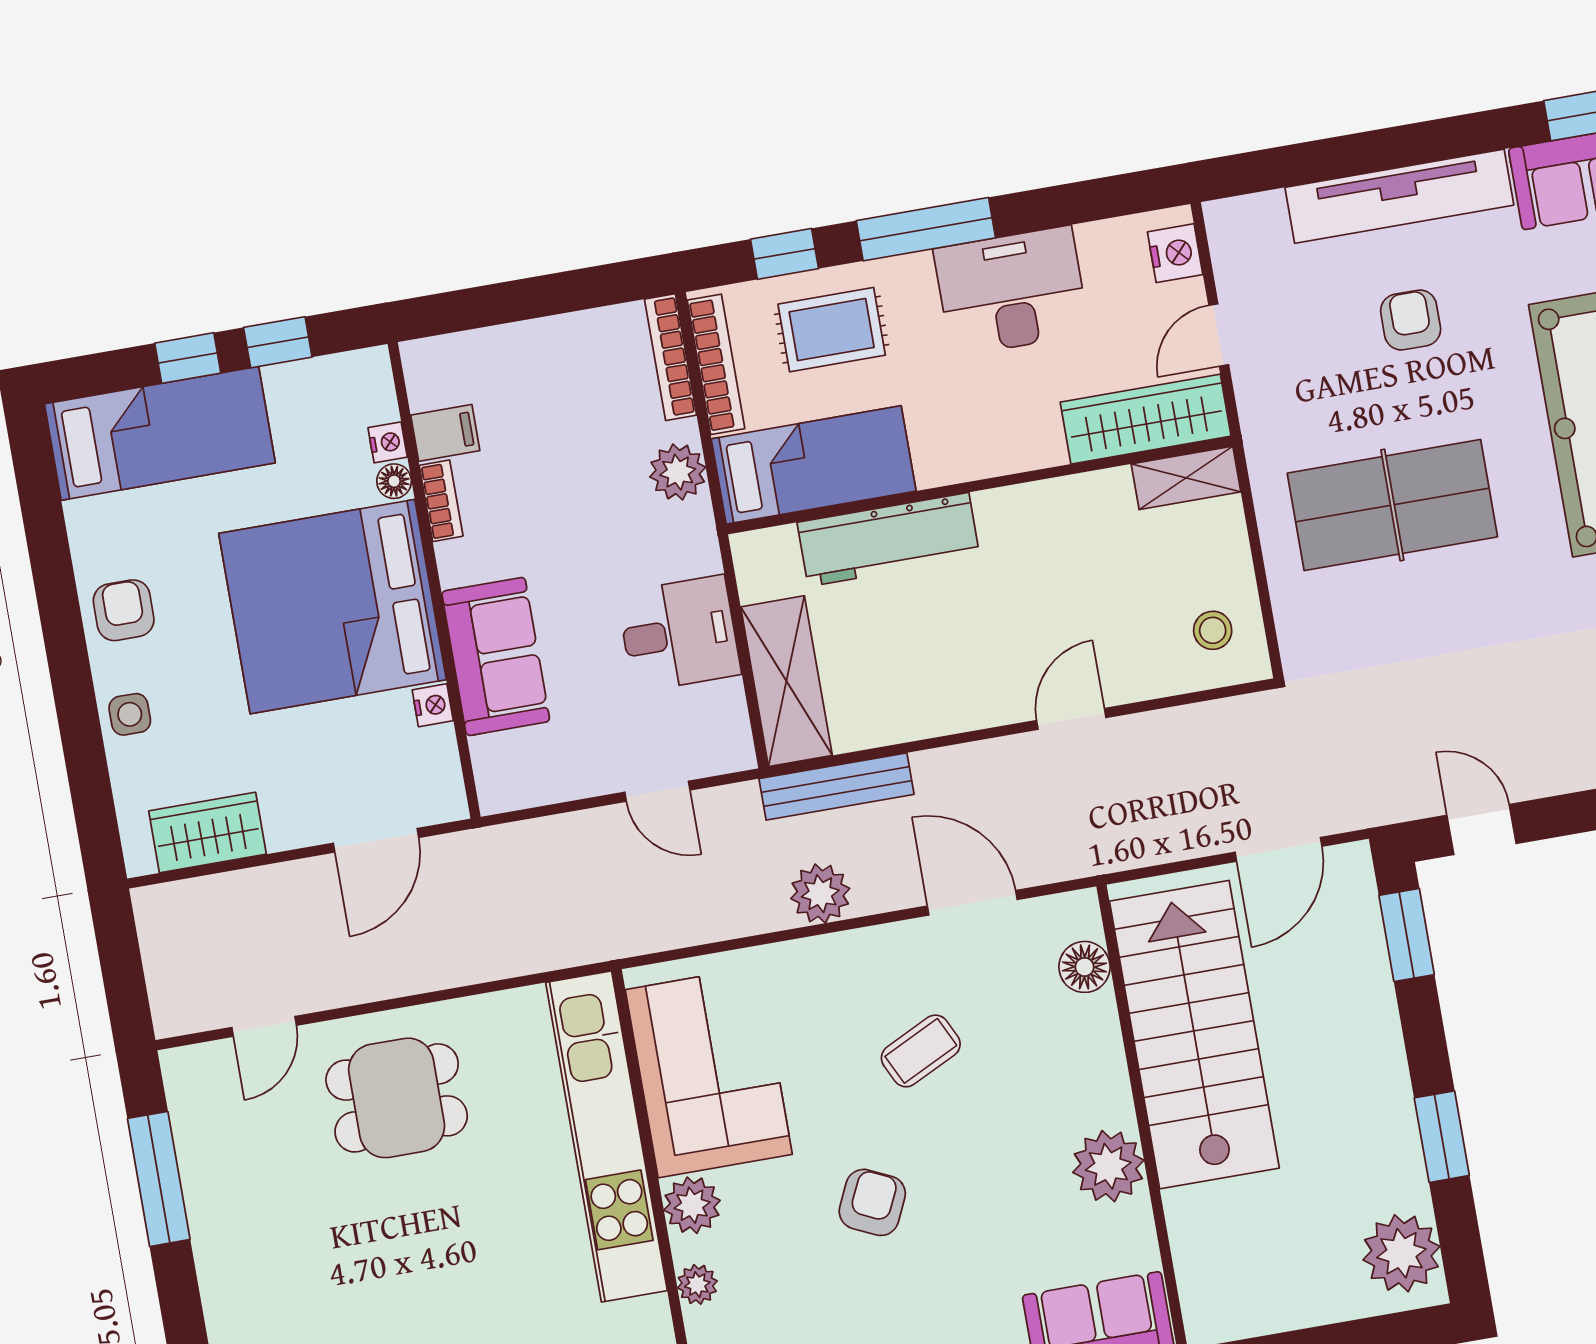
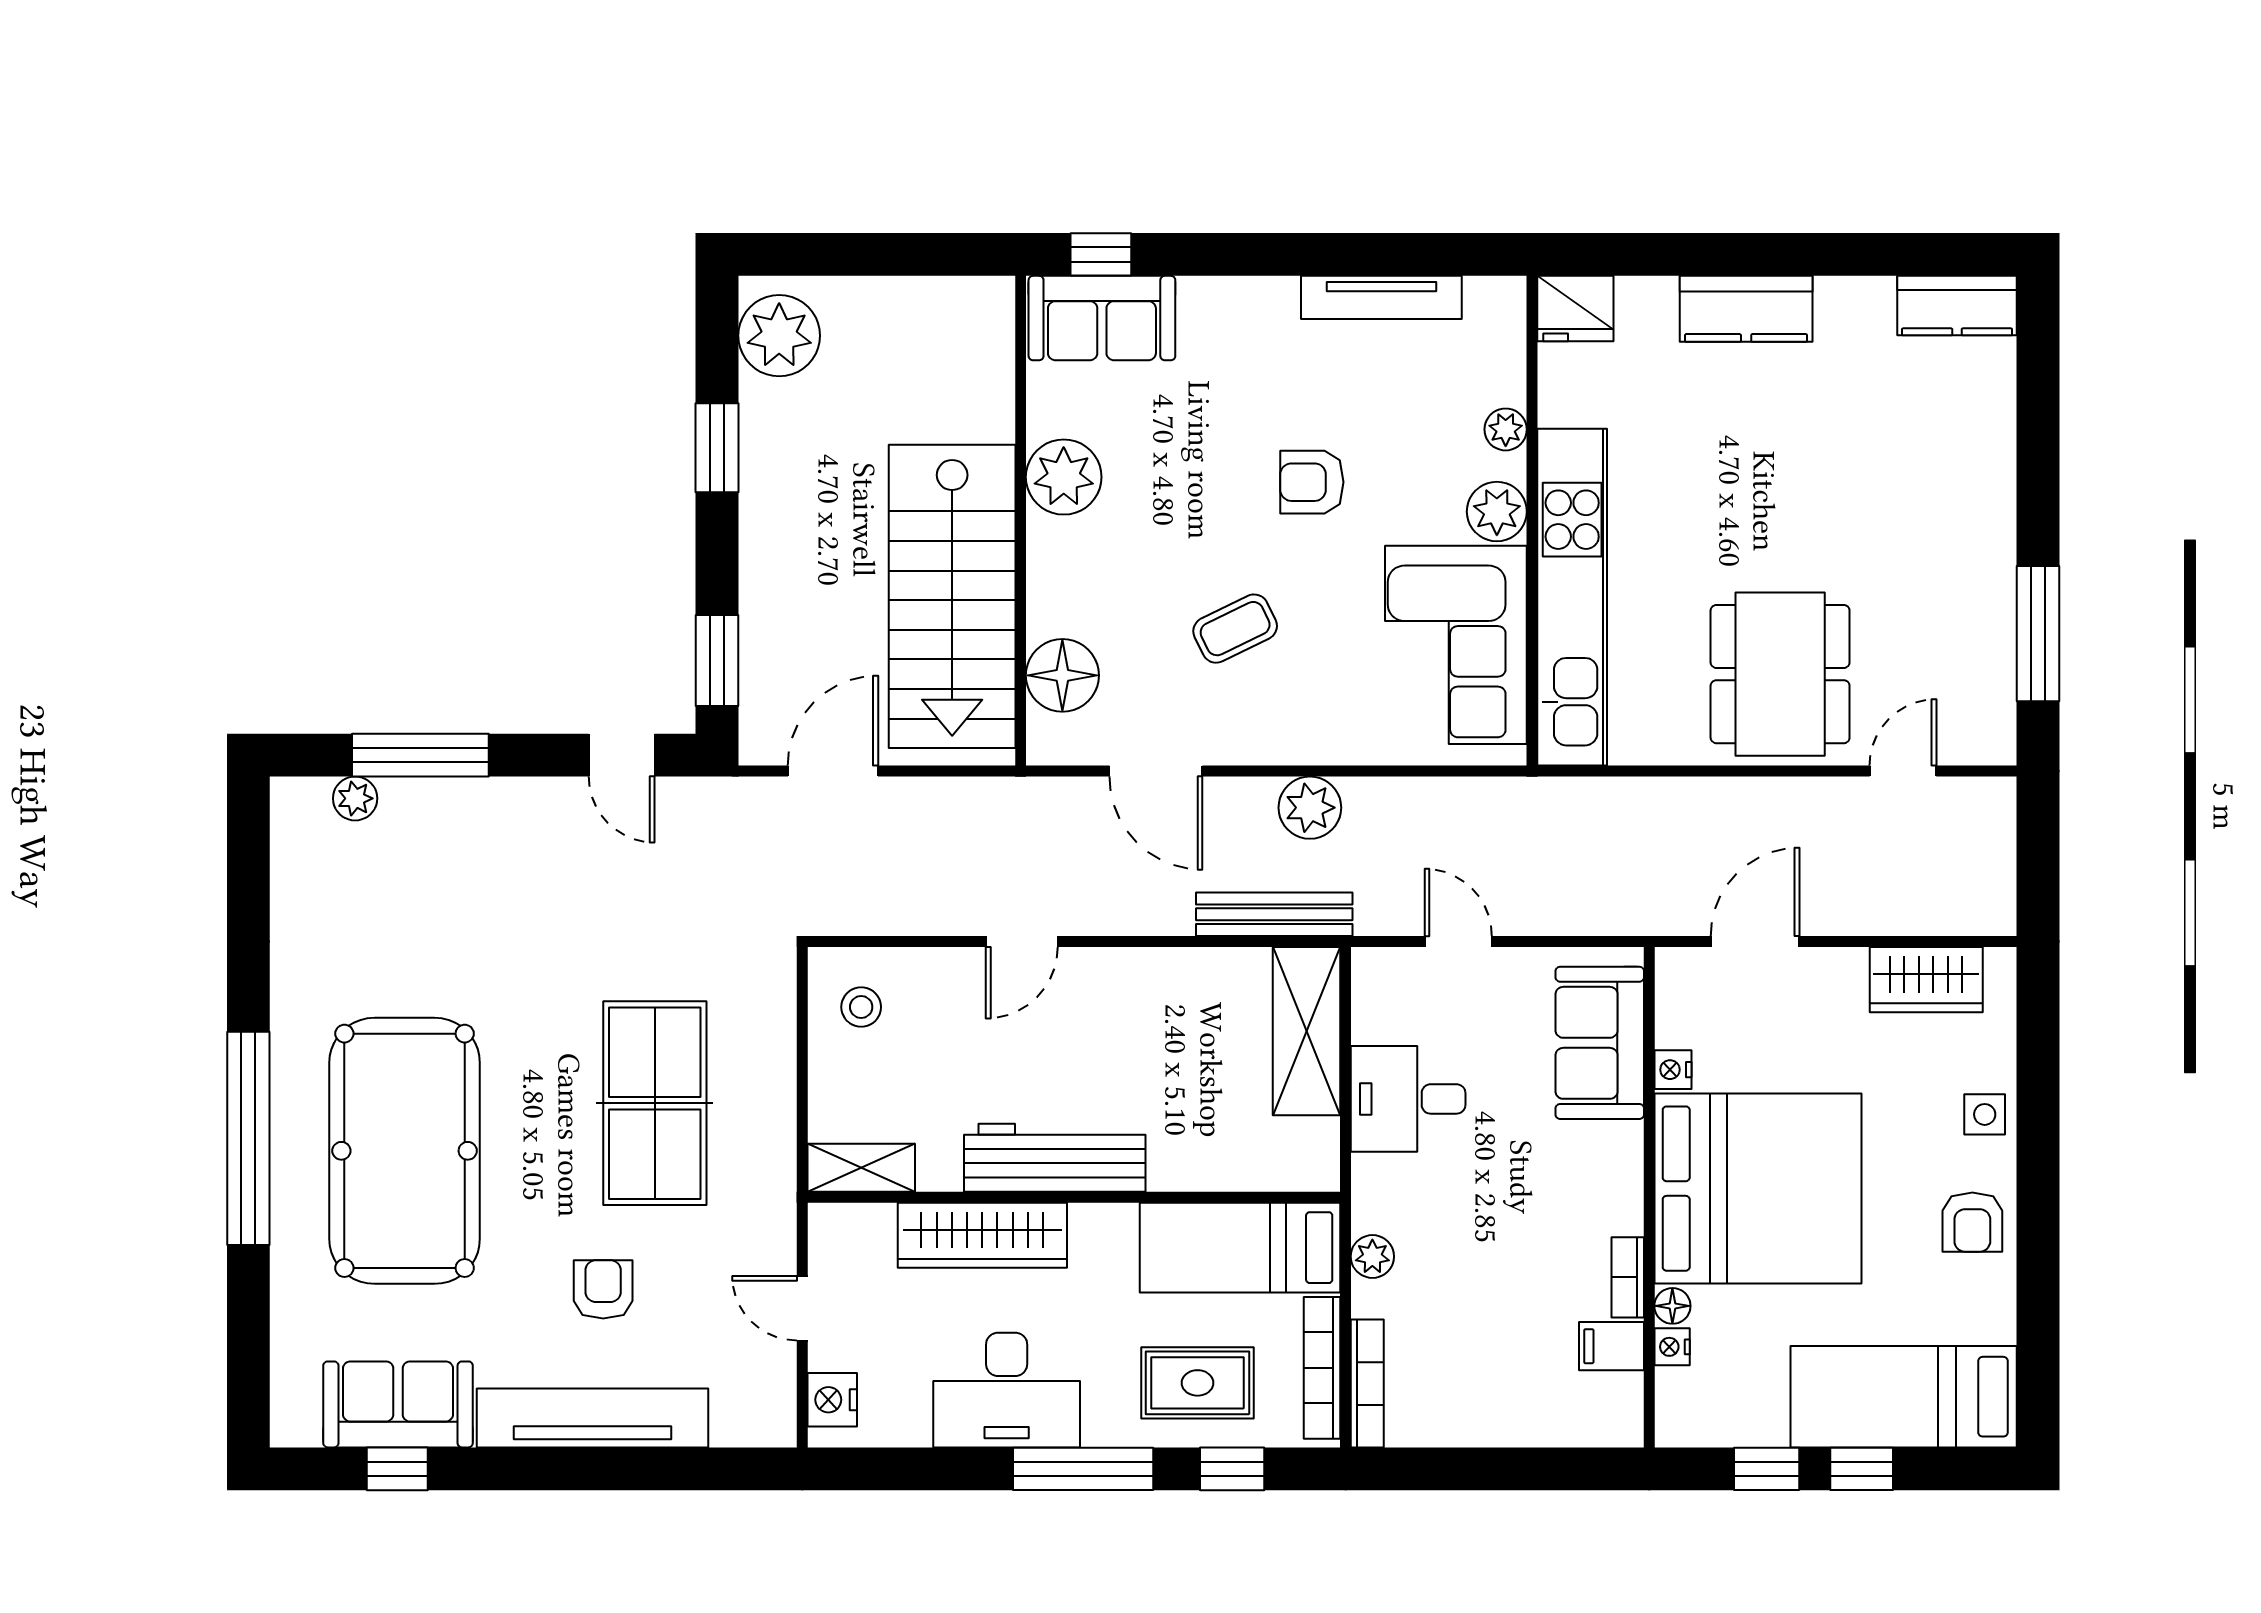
armchair: (1411, 320) -> (603, 1289), turned 180
door: (1219, 335) -> (802, 1308), swing flipped
wardrobe: (1146, 419) -> (982, 1235), moved
plant: (678, 472) -> (1372, 1257), width x0.73, depth x0.73
table tennis table: (1392, 505) -> (655, 1103), turned 90
workbench: (888, 540) -> (1055, 1158), moved
sofa: (496, 656) -> (1600, 1043), moved
floor lamp: (1084, 967) -> (1062, 675), width x1.38, depth x1.38
dining table: (397, 1098) -> (1780, 674), width x1.38
armchair: (872, 1202) -> (1312, 482), turned 65

